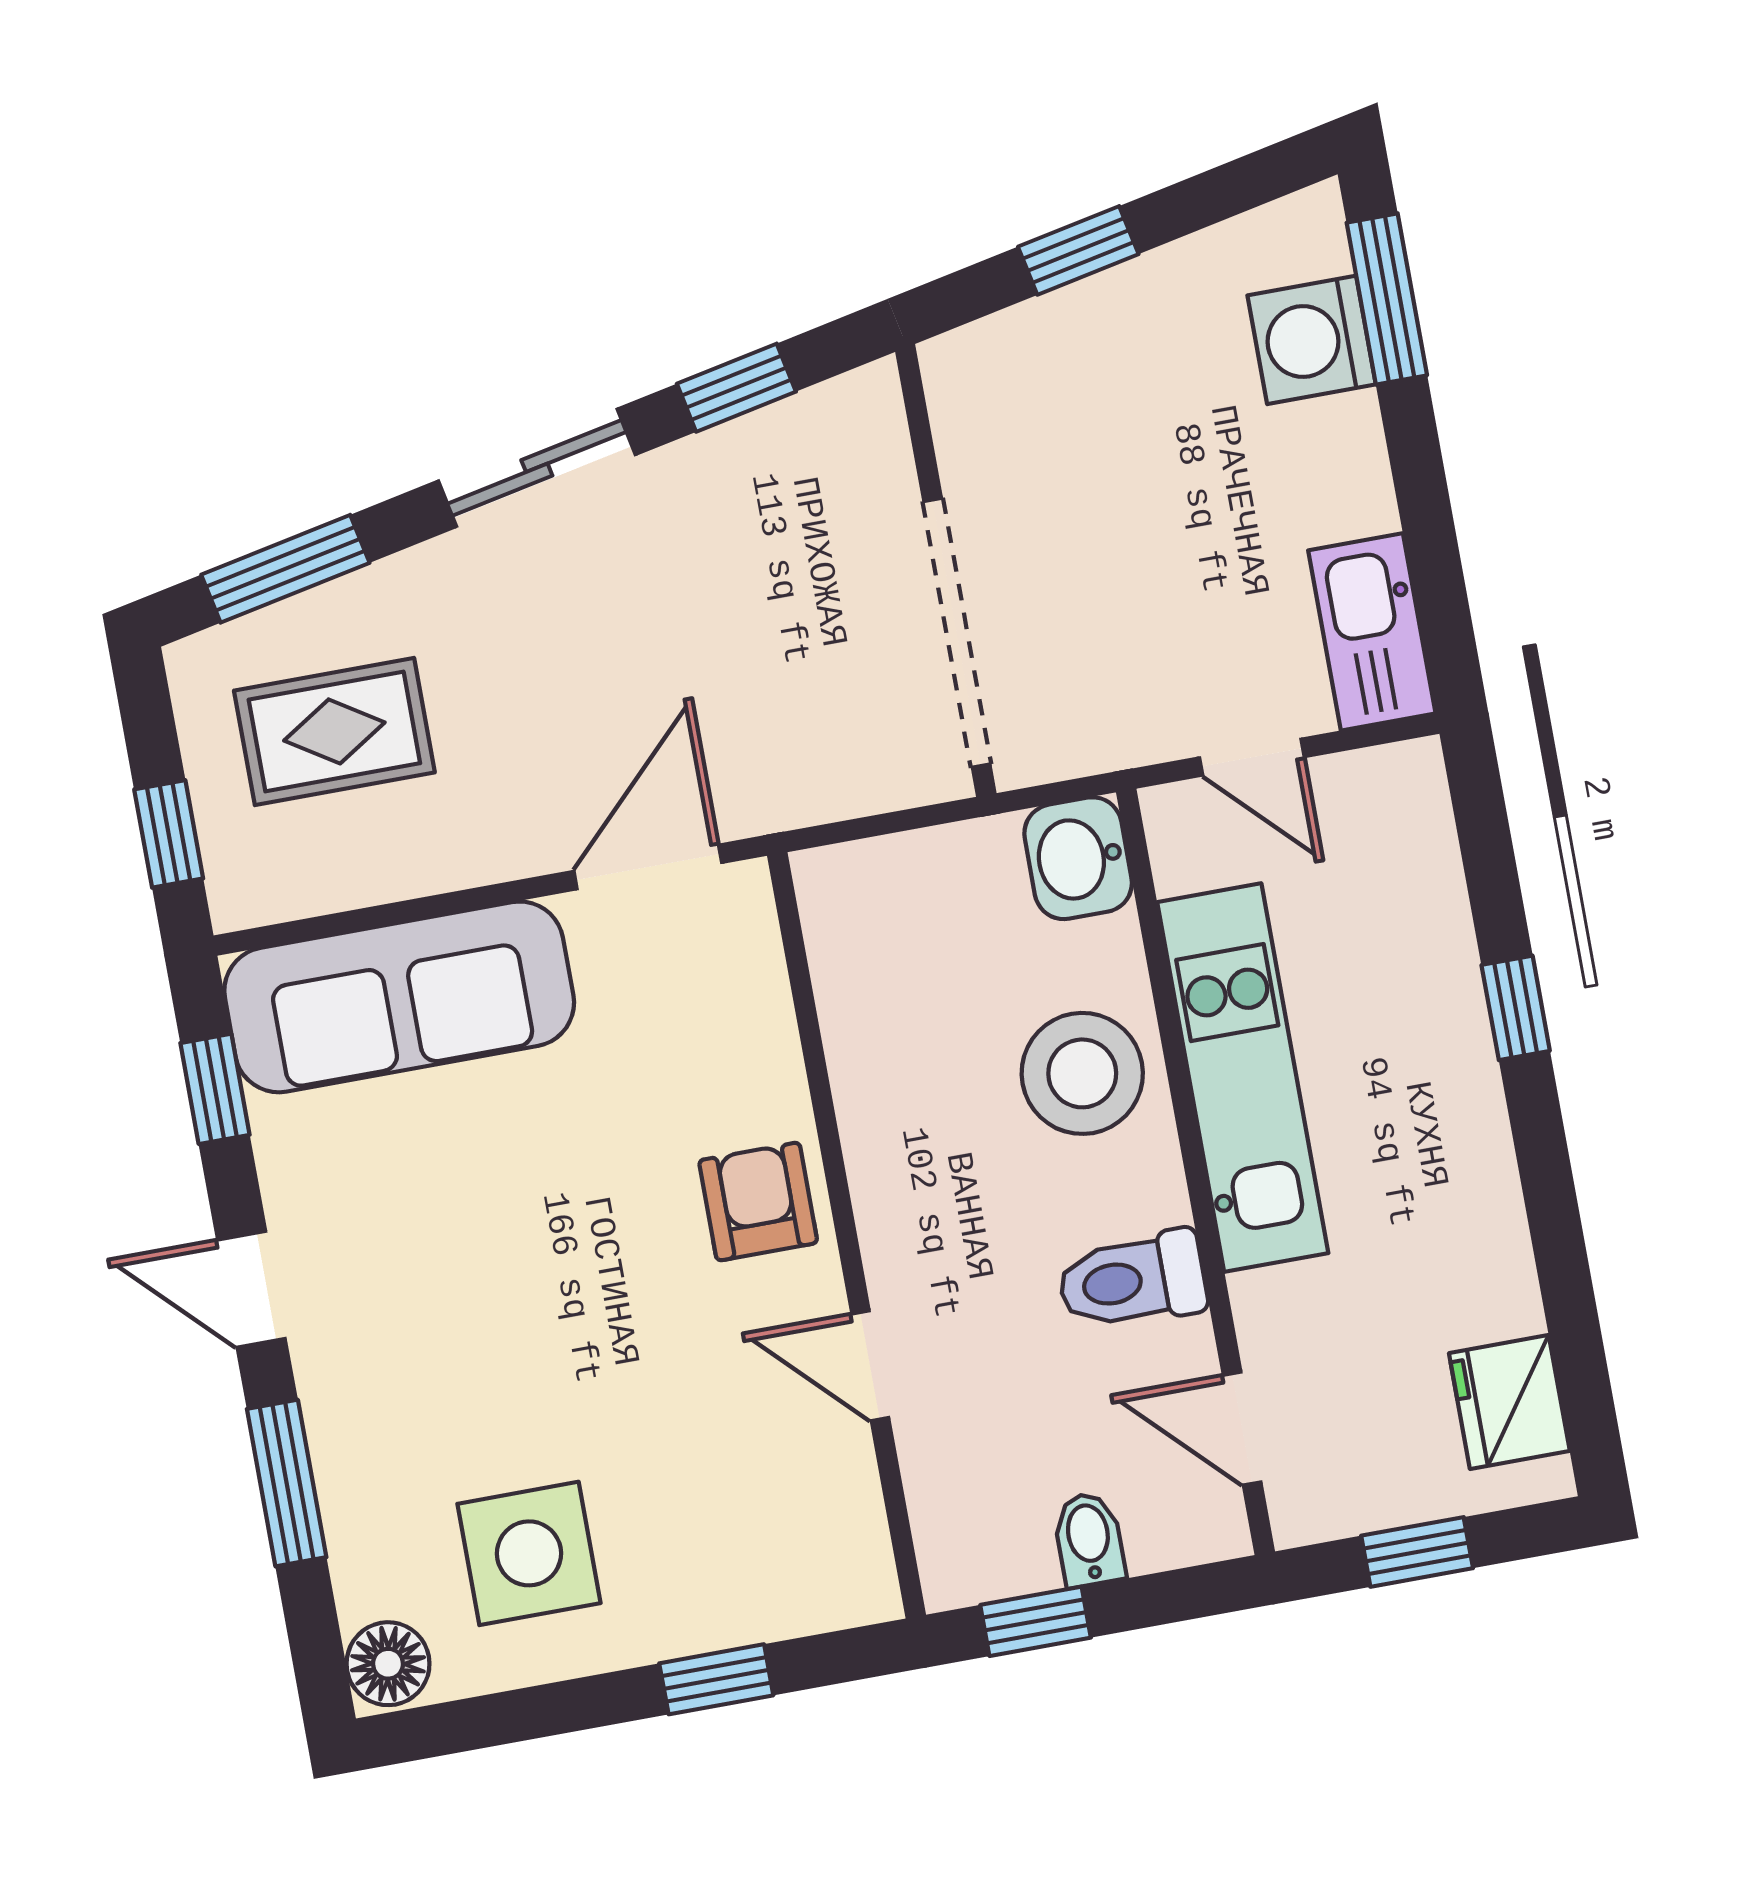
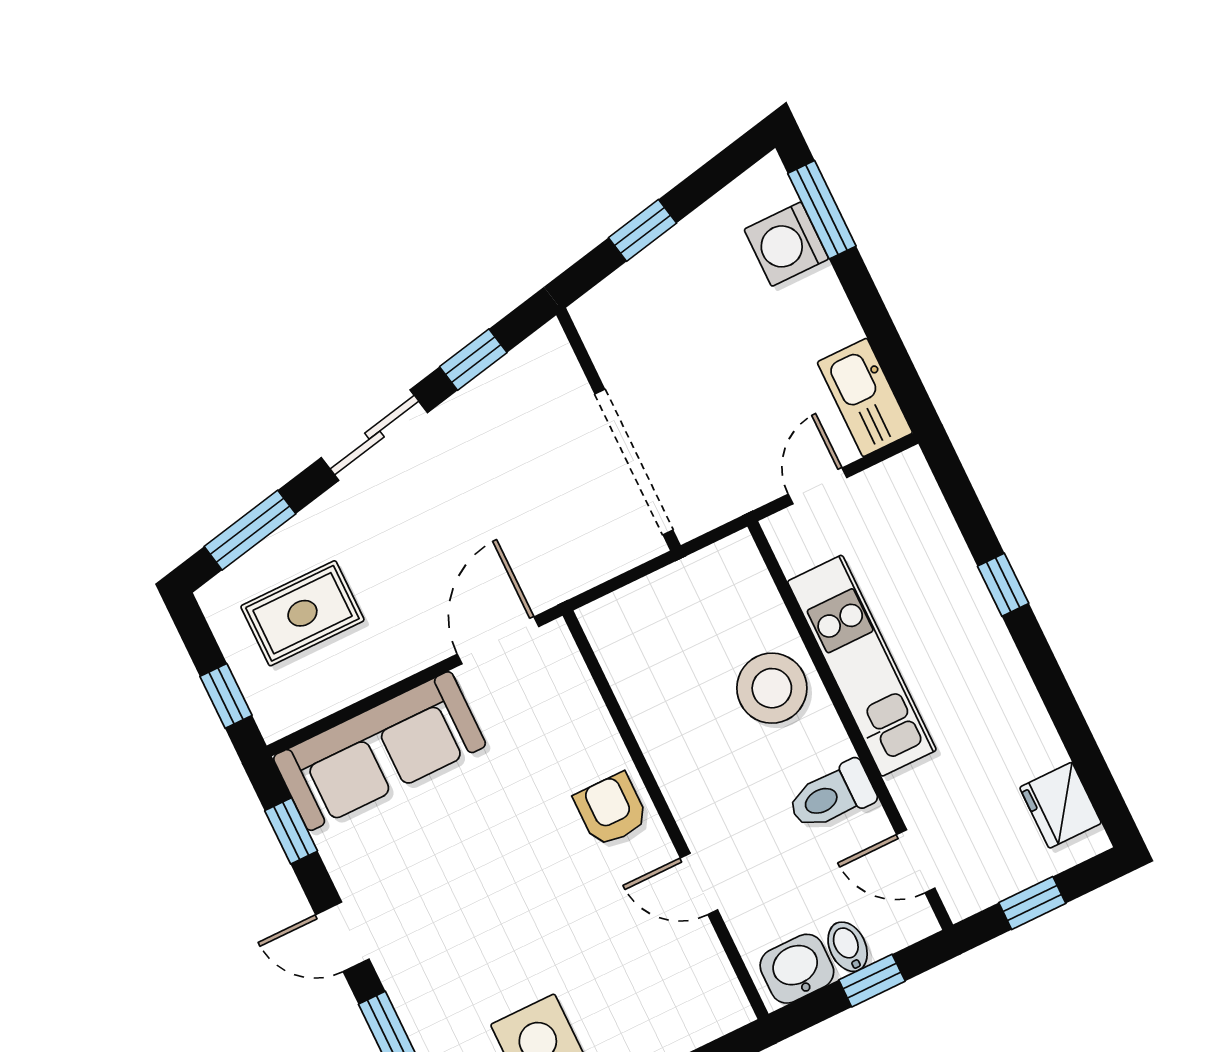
door: (1252, 757) -> (817, 486), swing flipped
washbasin: (1078, 858) -> (797, 969), moved, turned 90
window: (1036, 1621) -> (872, 981), moved

